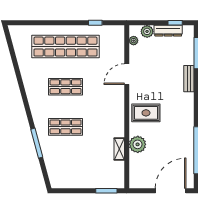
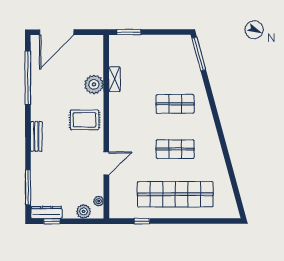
dresser: (168, 31) -> (46, 212), moved
bench: (189, 79) -> (36, 136), moved
window: (37, 143) -> (199, 54), moved

